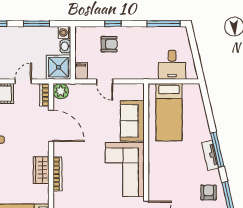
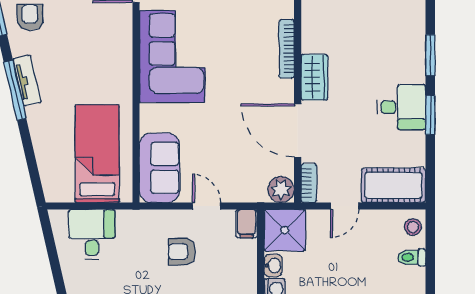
armchair: (109, 44) -> (182, 252), moved
sofa: (132, 121) -> (160, 168), moved
wardrobe: (41, 170) -> (314, 77), moved
armchair: (209, 192) -> (30, 17), turned 180

